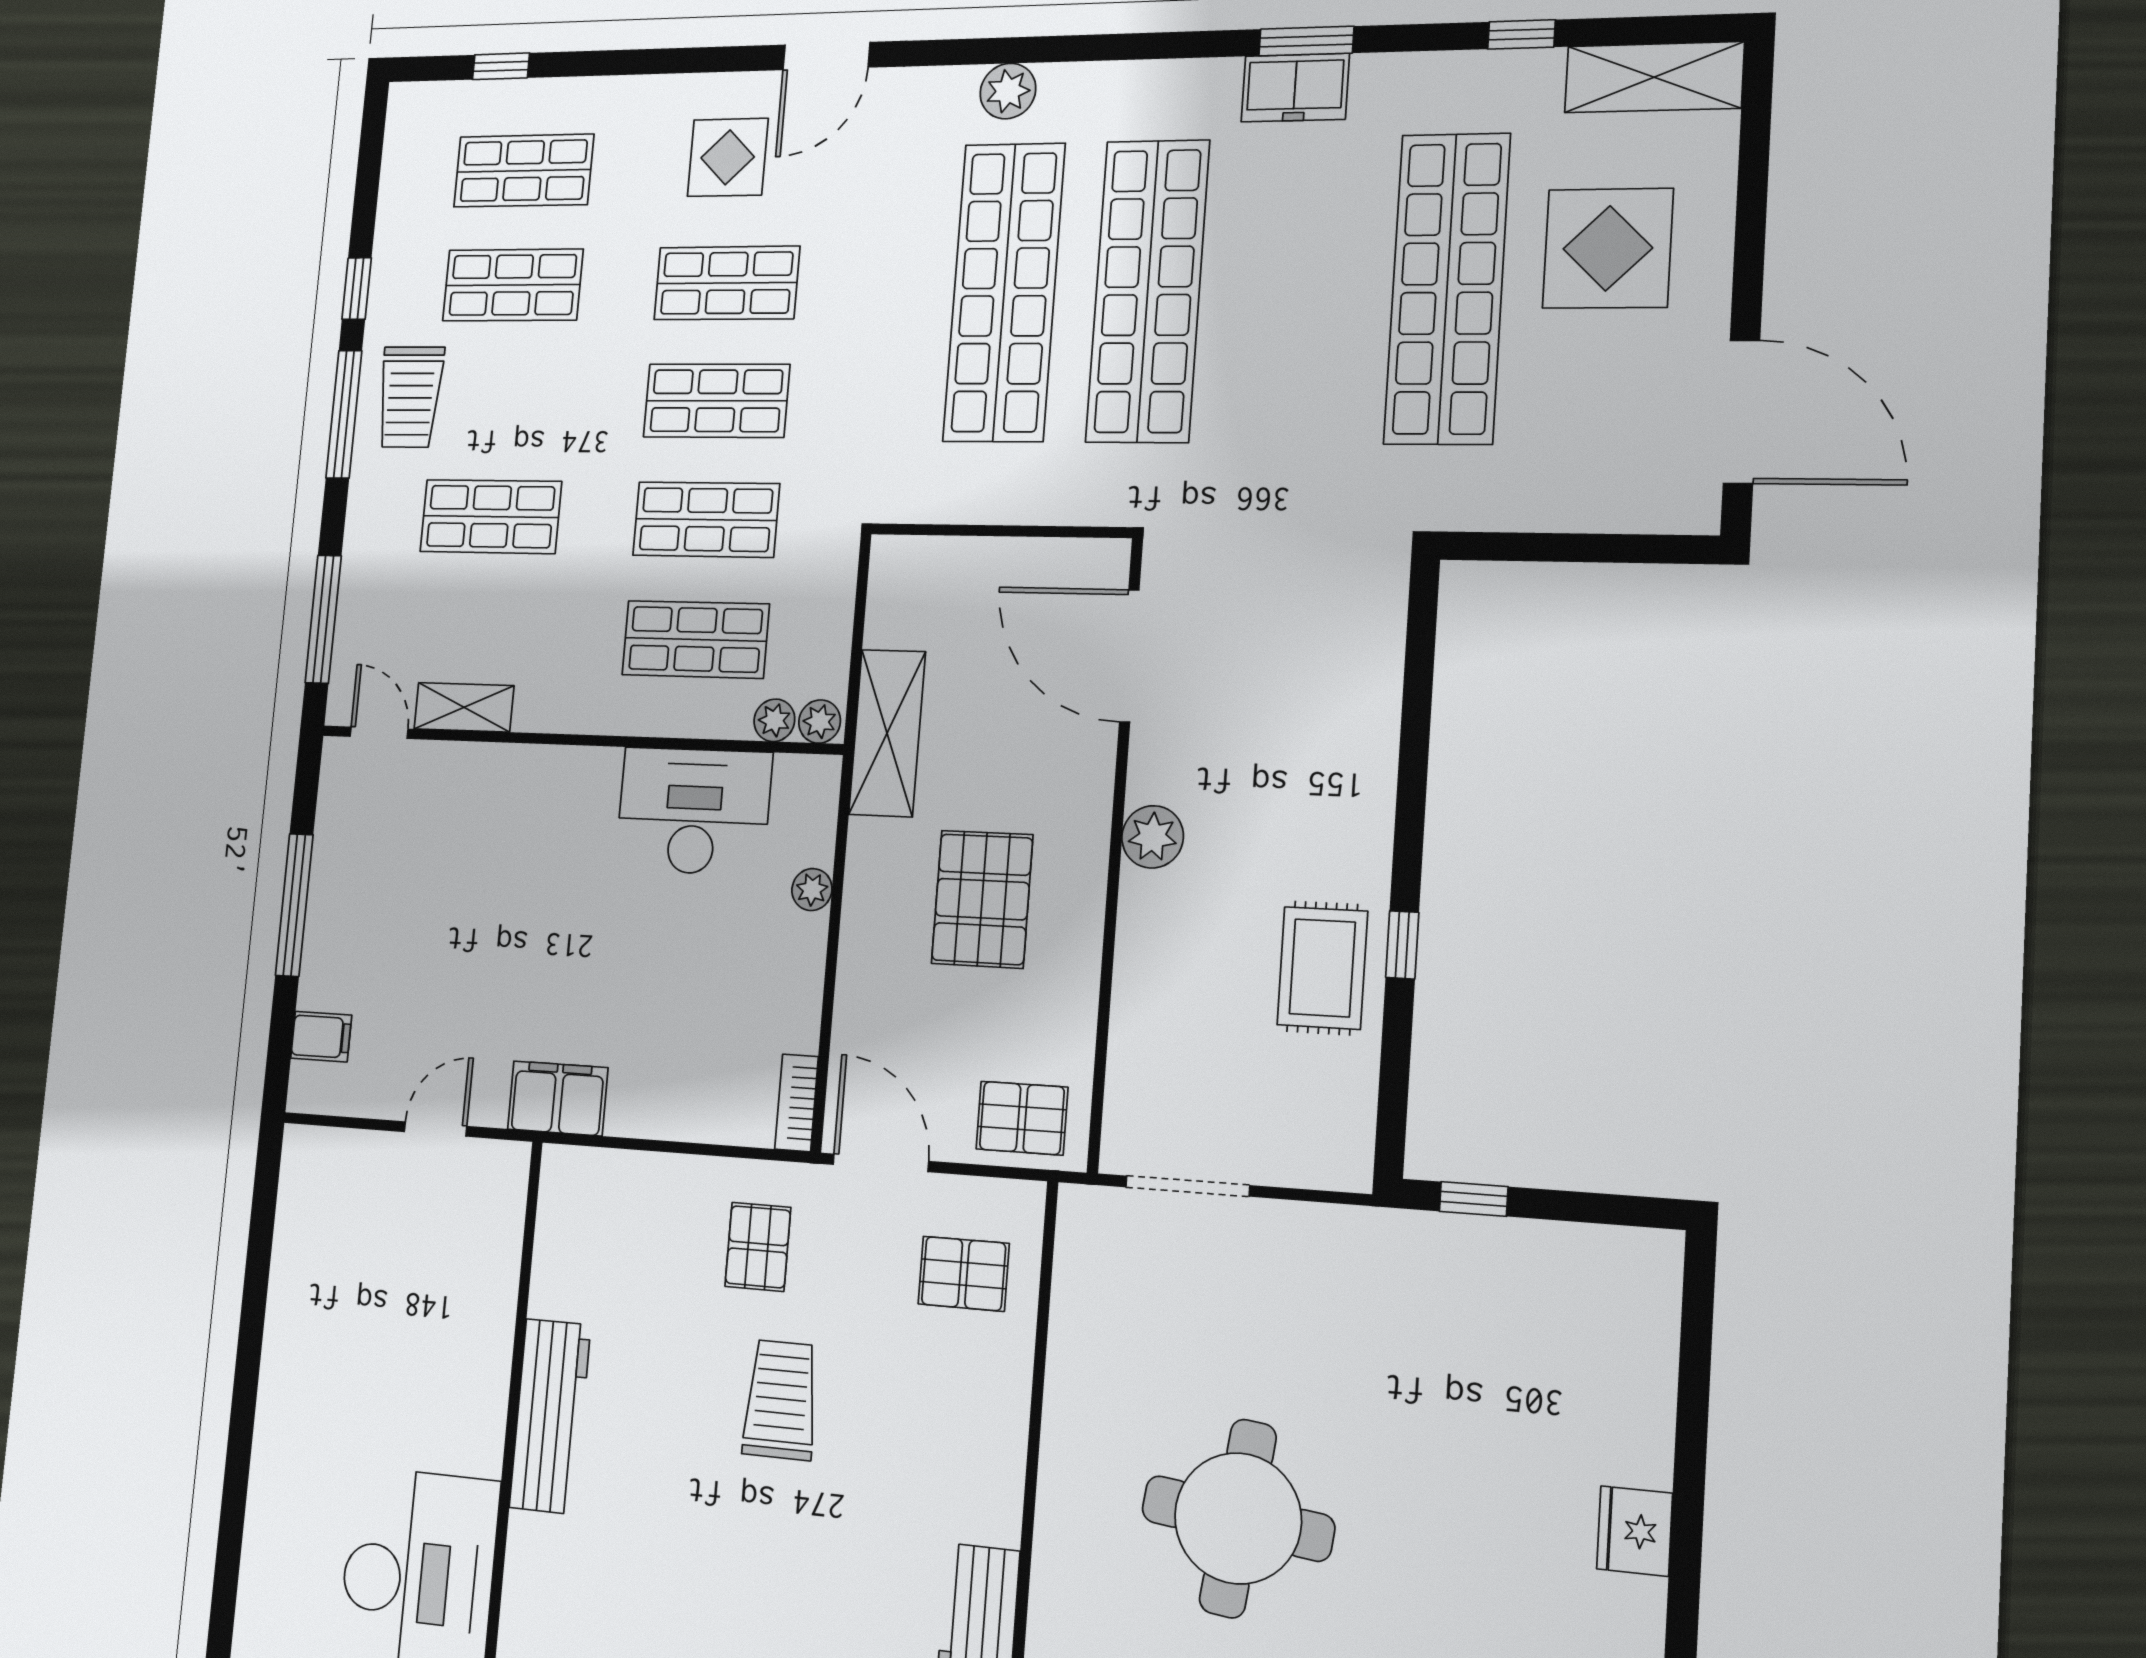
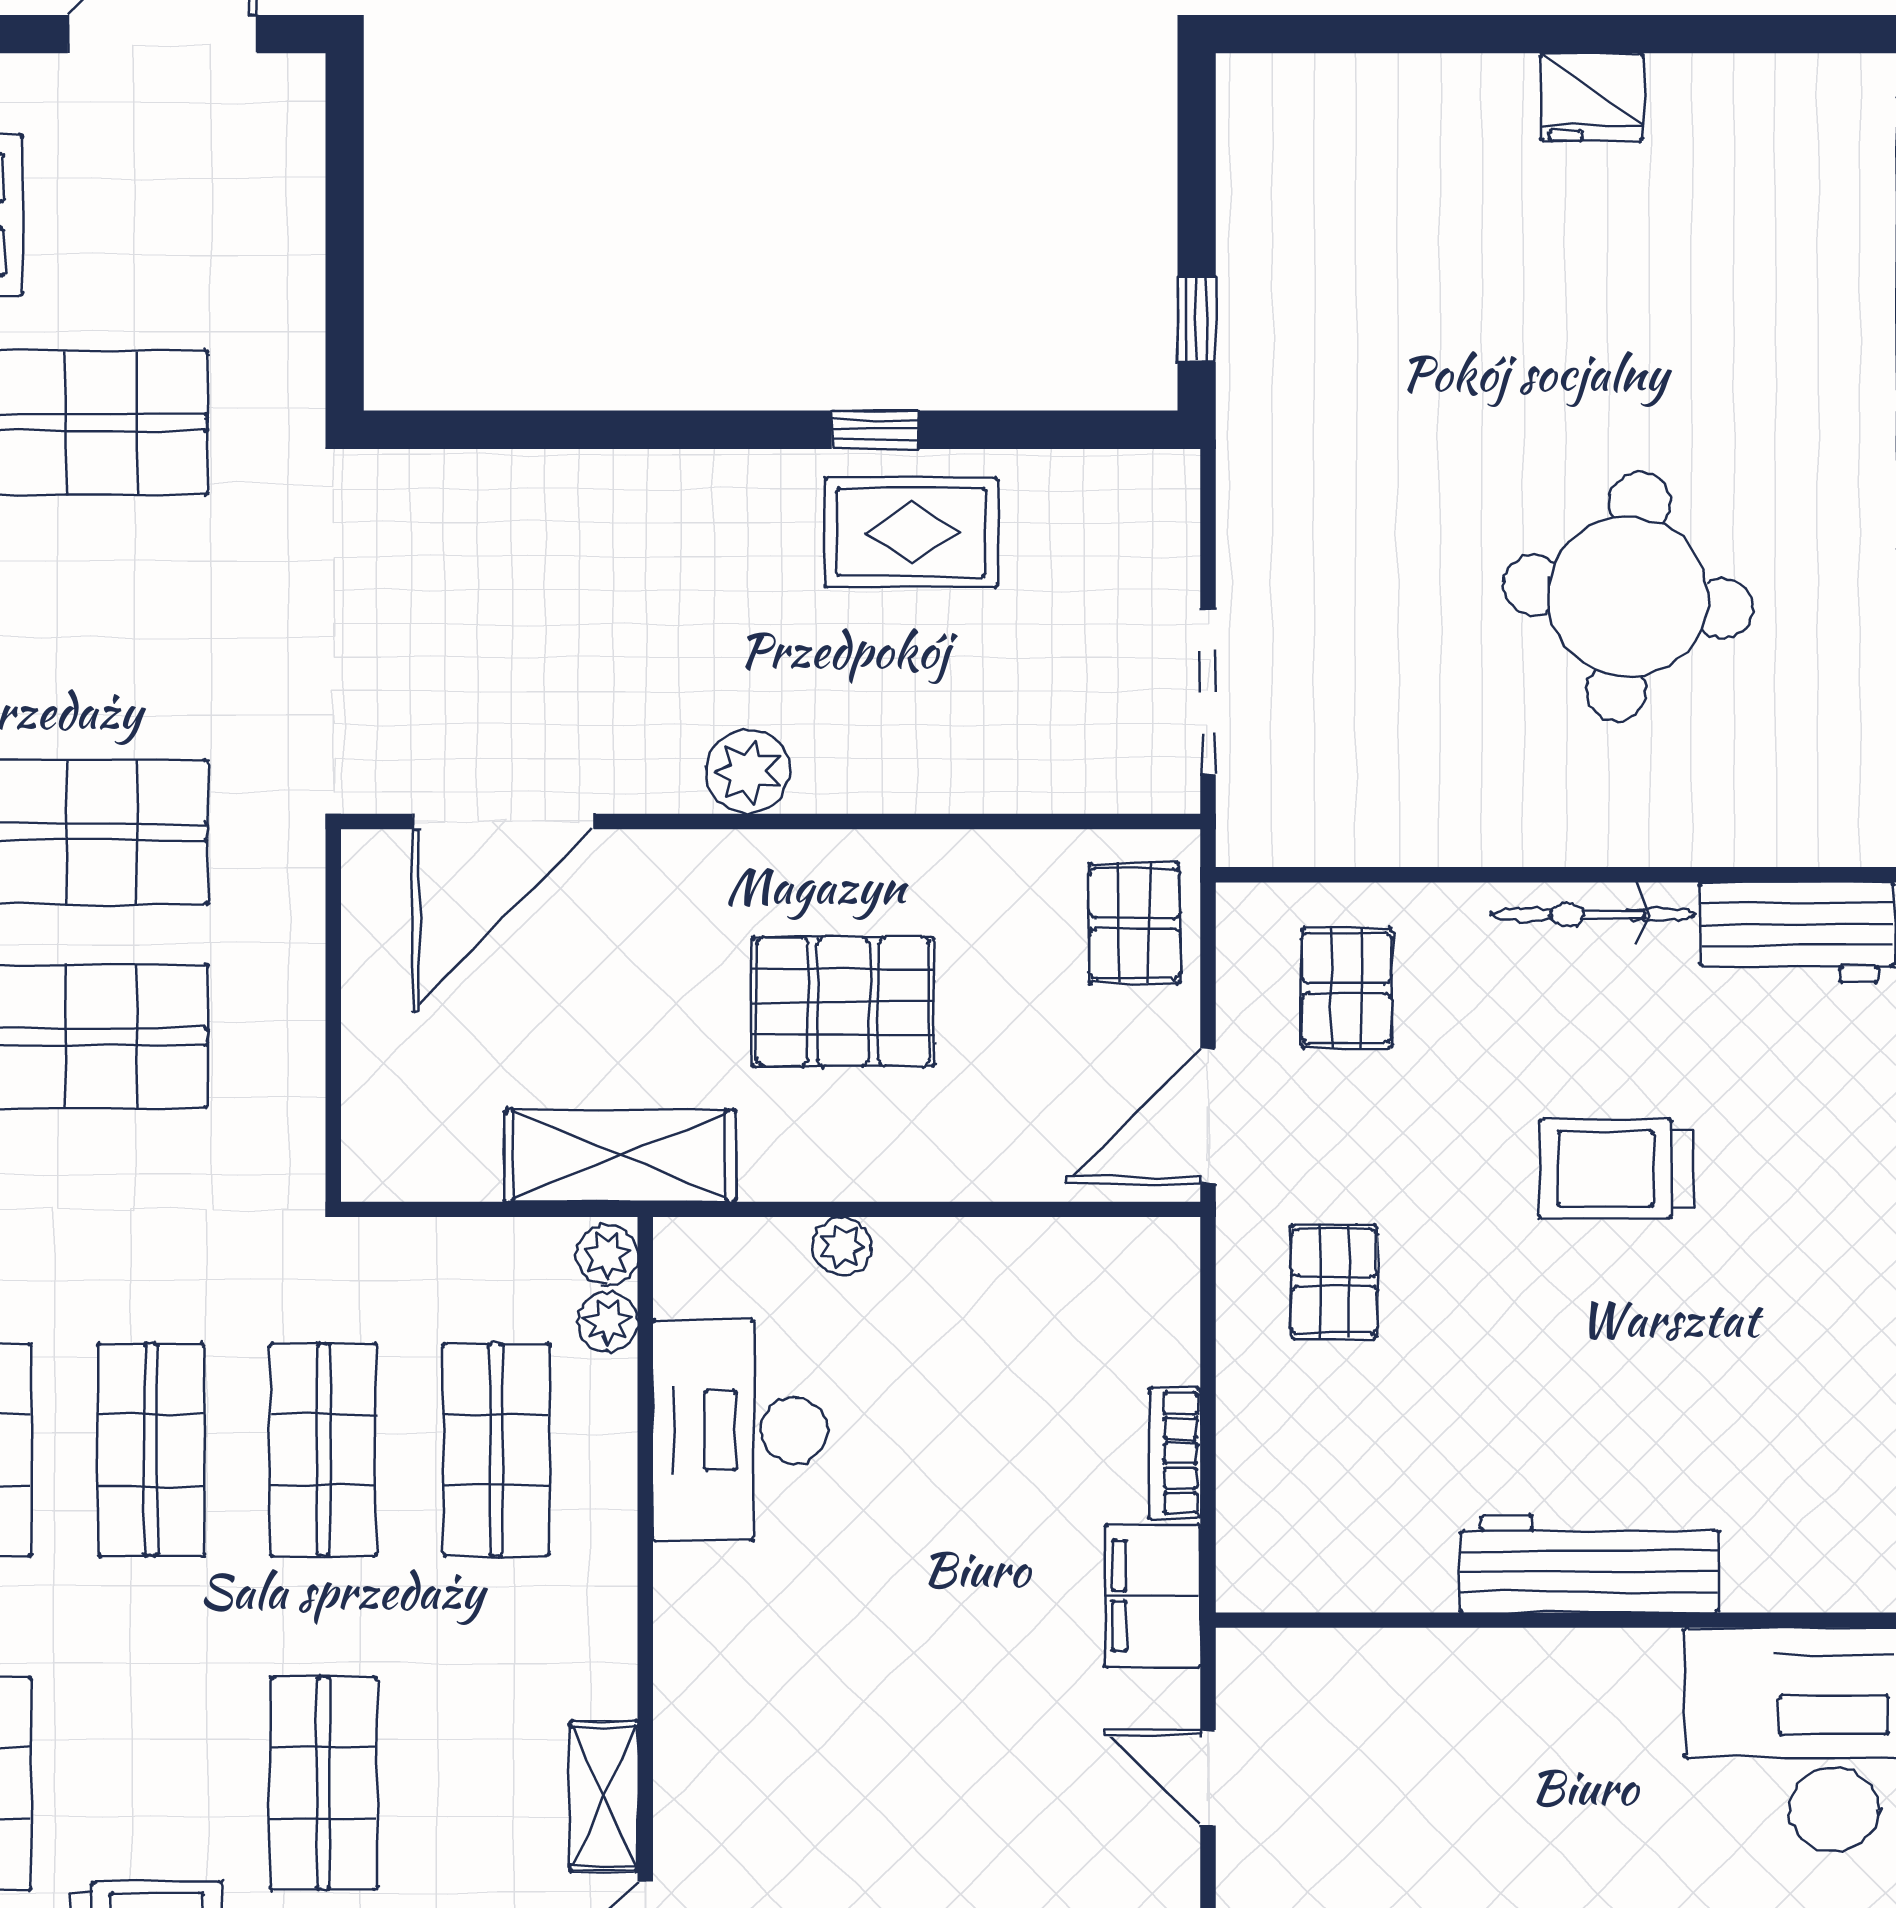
bookcase: (797, 1103) -> (1174, 1453), moved, turned 90
pallet: (758, 1247) -> (1334, 1281), turned 90
trolley: (781, 1400) -> (1616, 1169), moved
bicycle: (1003, 1465) -> (1592, 915), added

